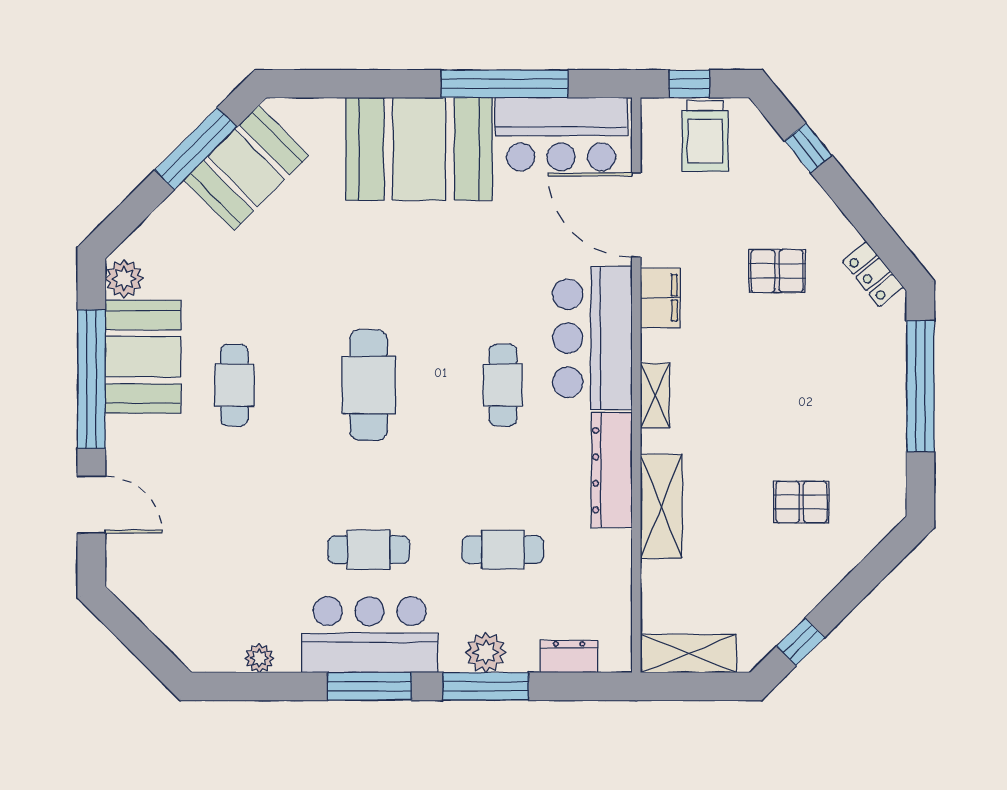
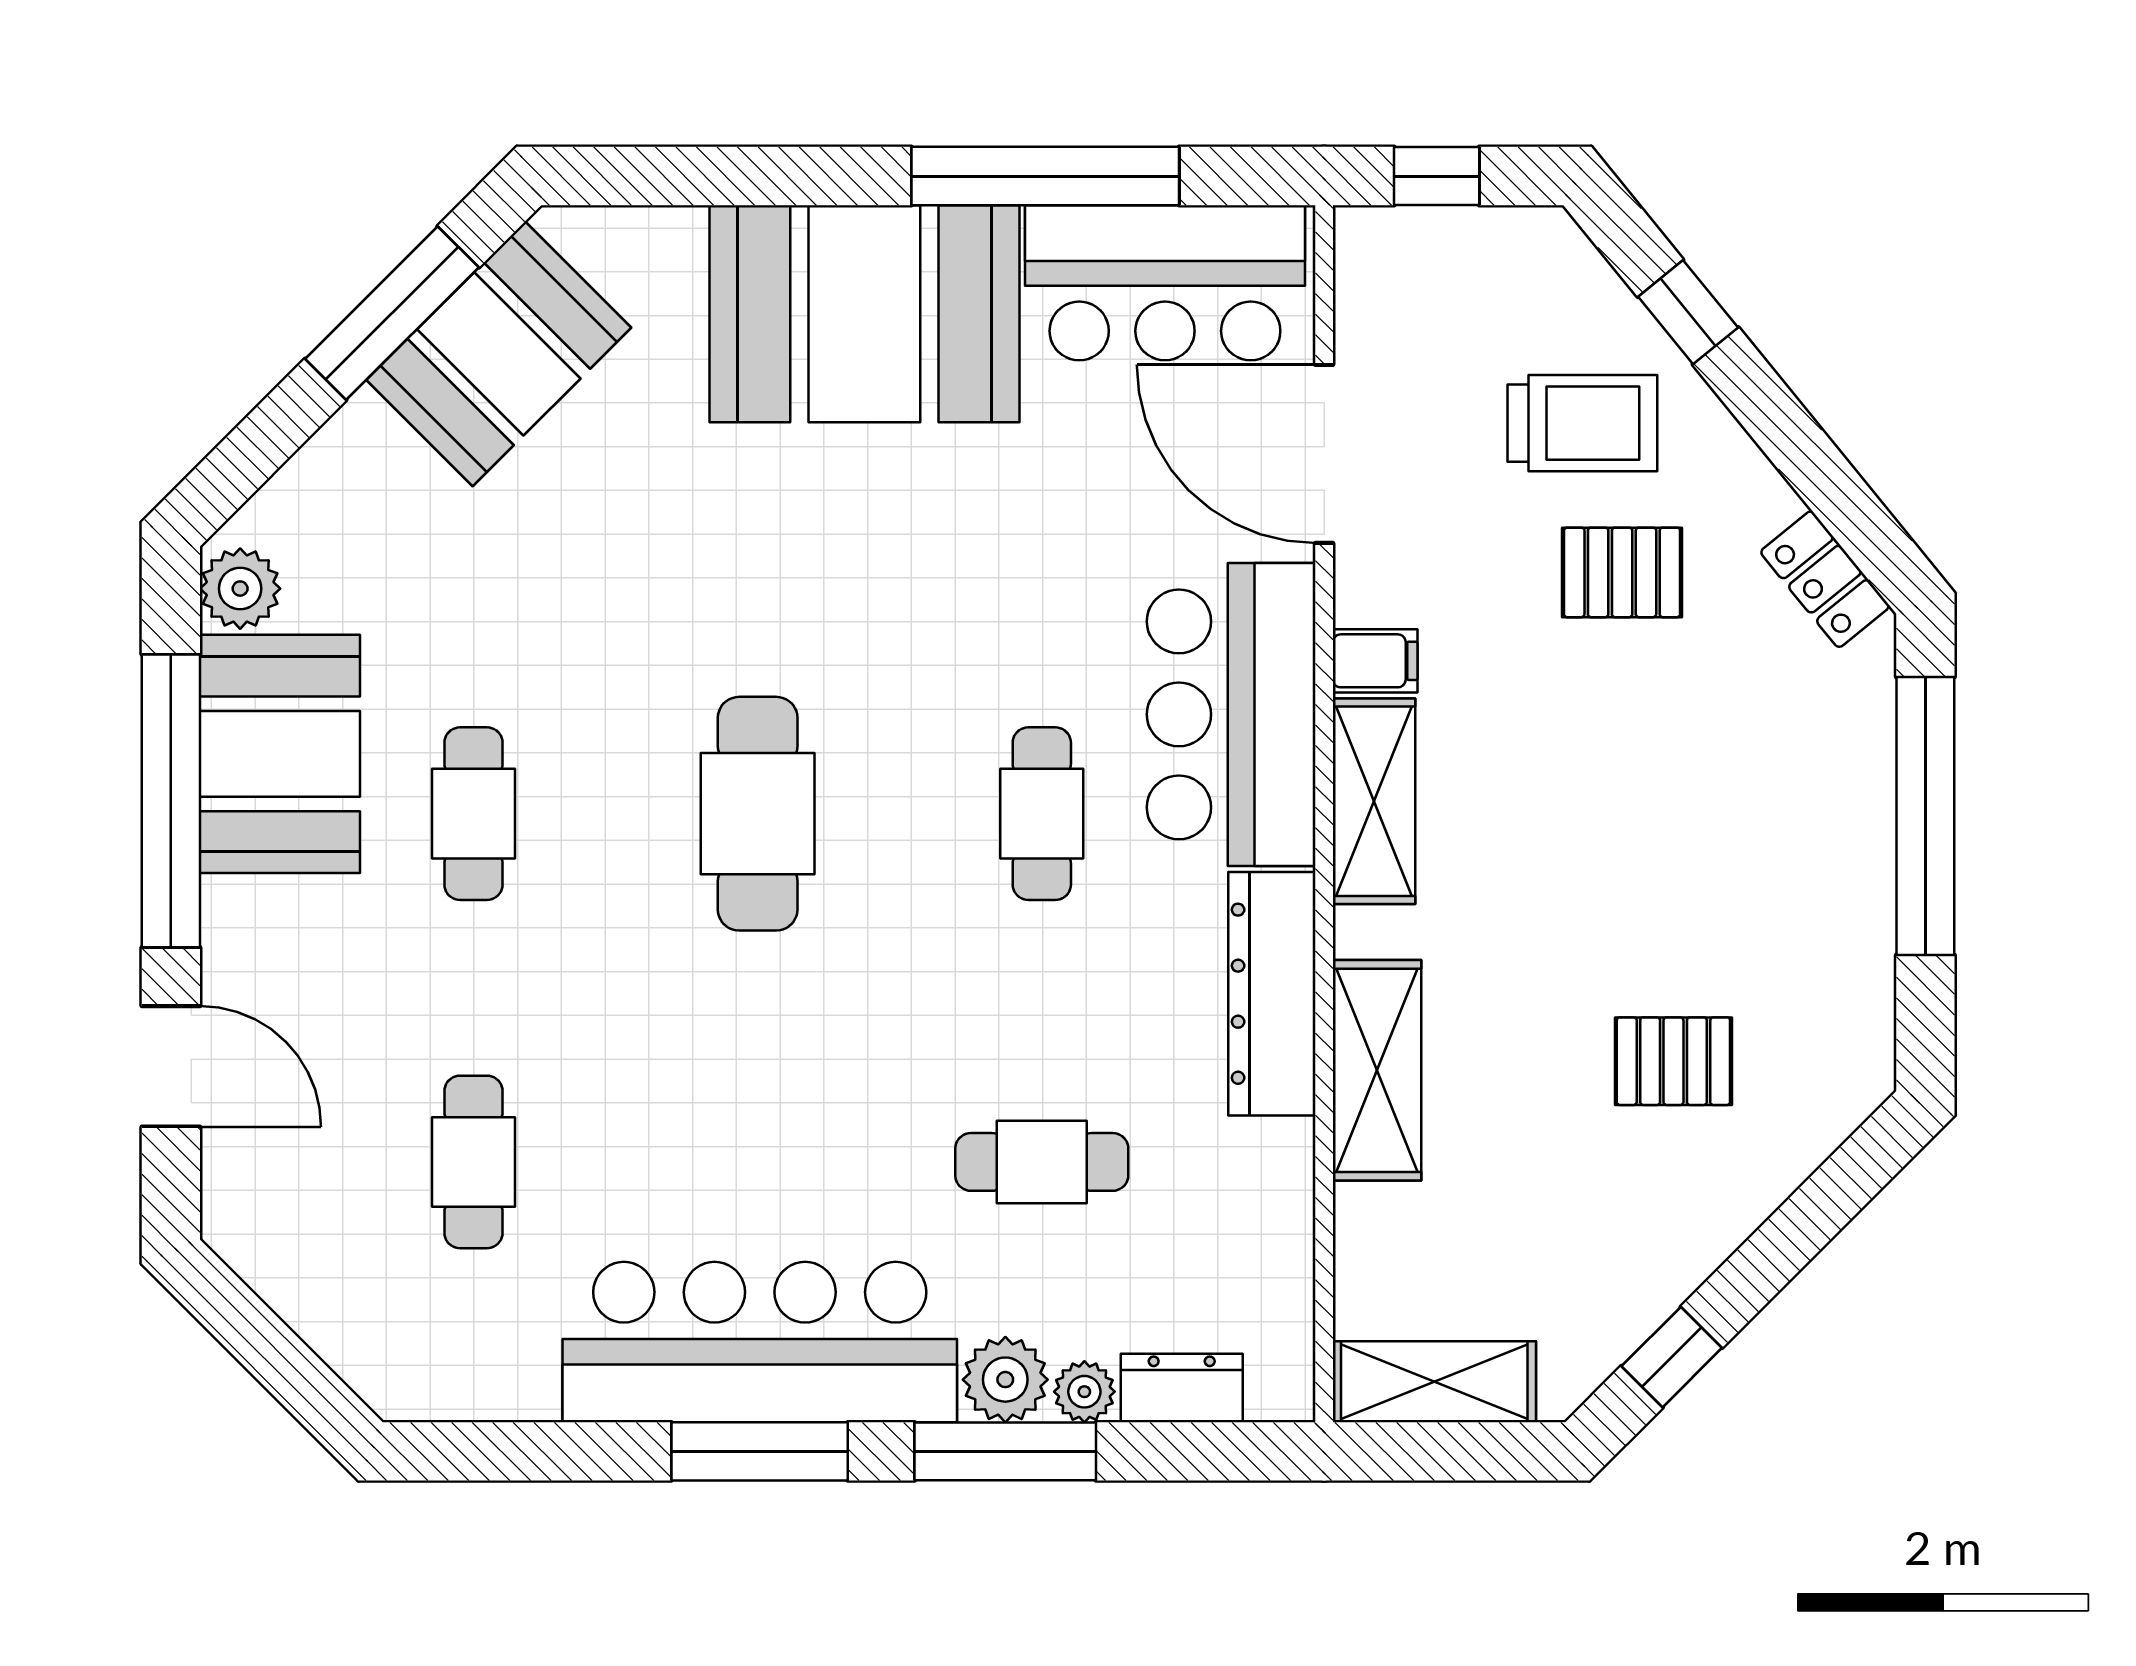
trolley: (705, 136) -> (1582, 423), moved, turned -90
filing cabinet: (660, 298) -> (1375, 661), width x0.50
shelving: (655, 395) -> (1374, 801), width x1.50, depth x1.33
cafe table: (369, 550) -> (473, 1162), moved, turned 90
bar counter: (370, 635) -> (760, 1342), width x1.36
plant: (259, 658) -> (1084, 1392), moved

